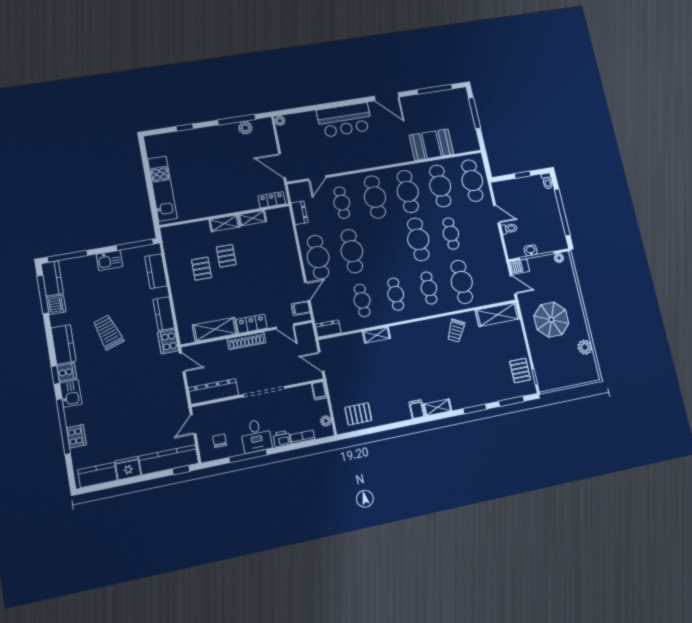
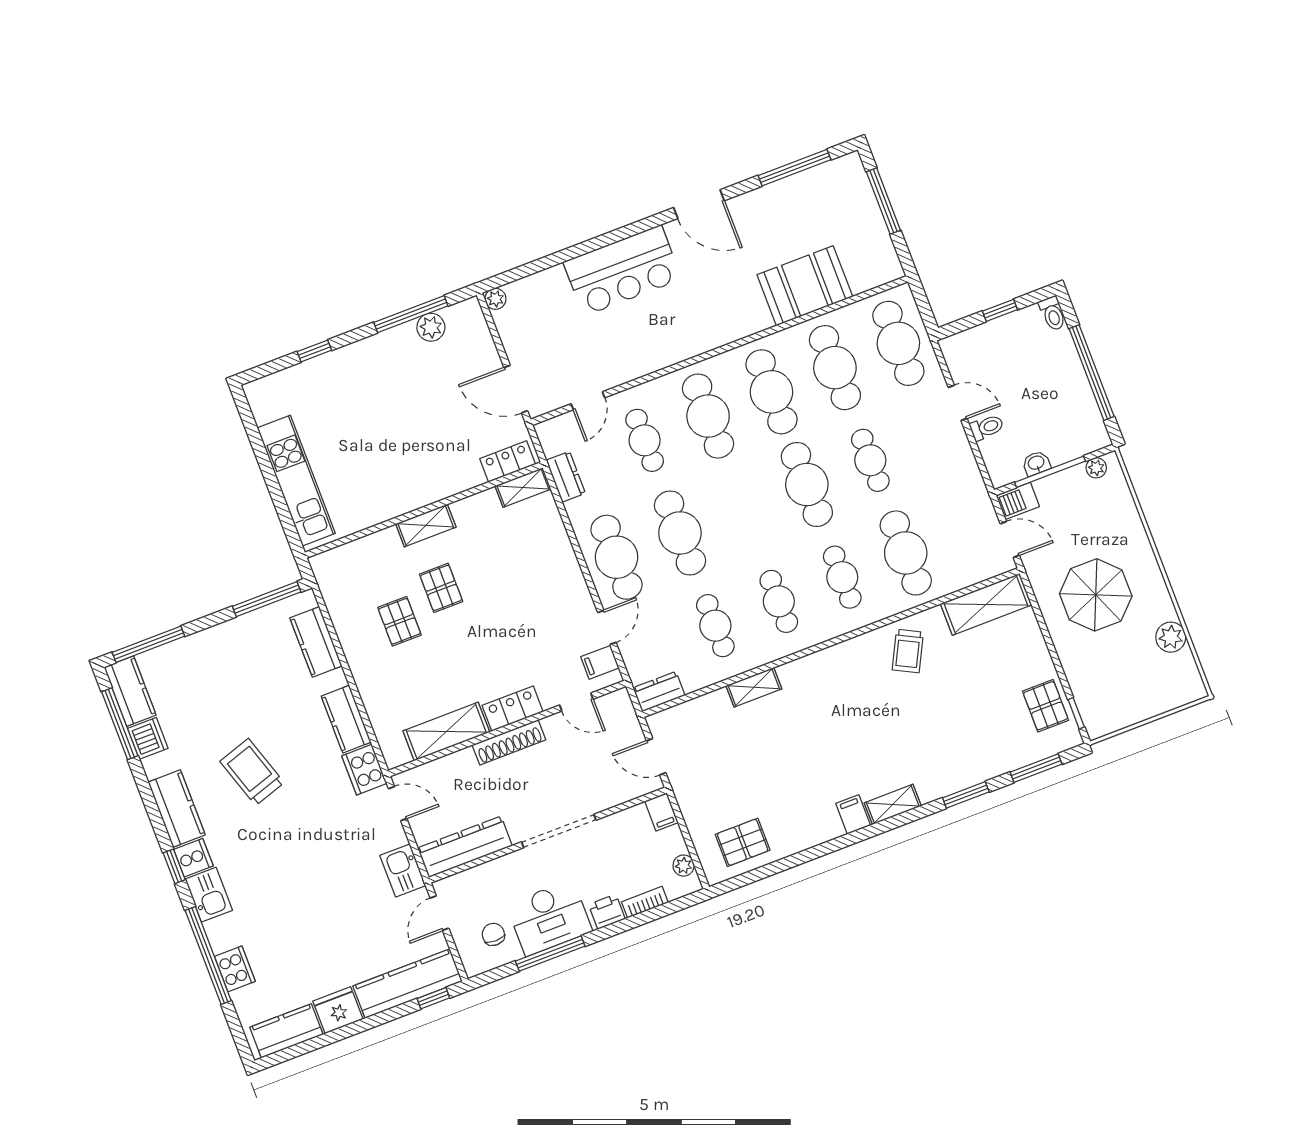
shelving: (252, 218) -> (523, 487), moved
kitchen sink: (109, 260) -> (403, 870), moved, turned 90
desk: (256, 436) -> (549, 918), width x1.37

